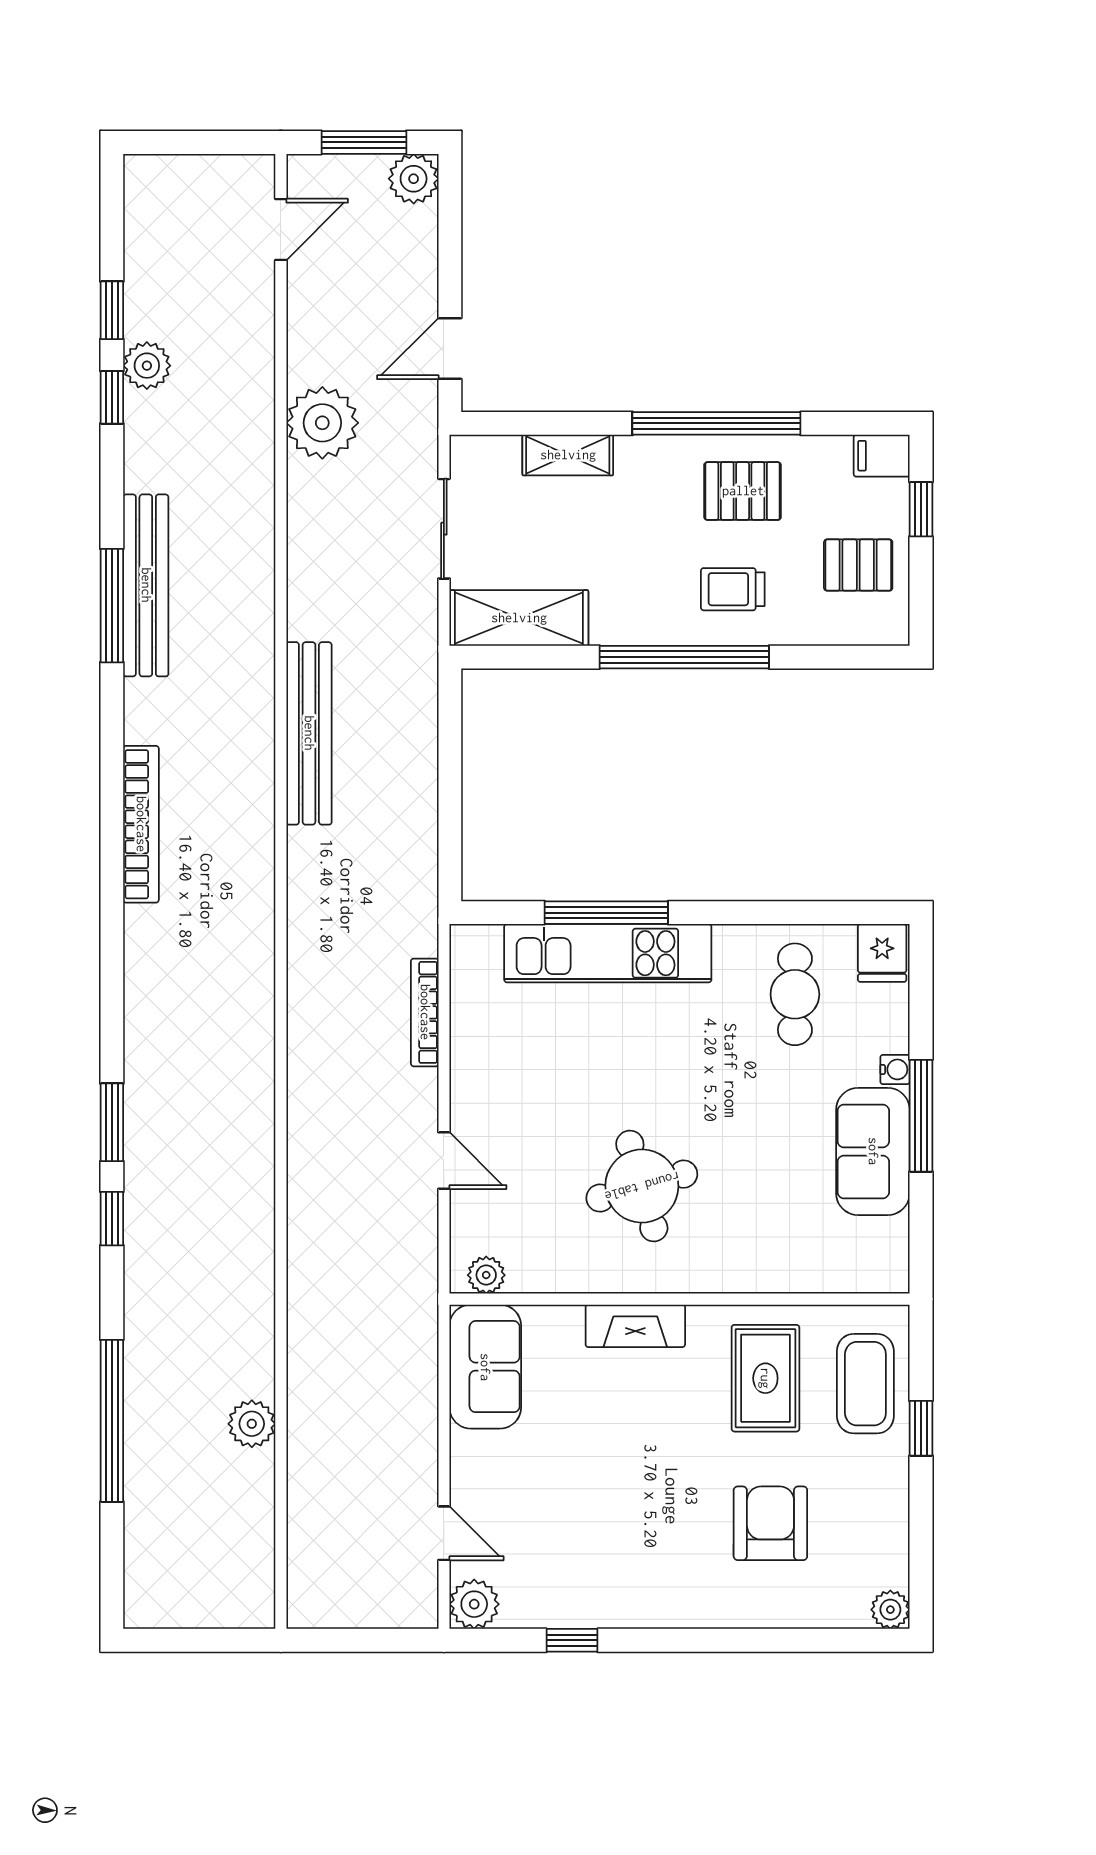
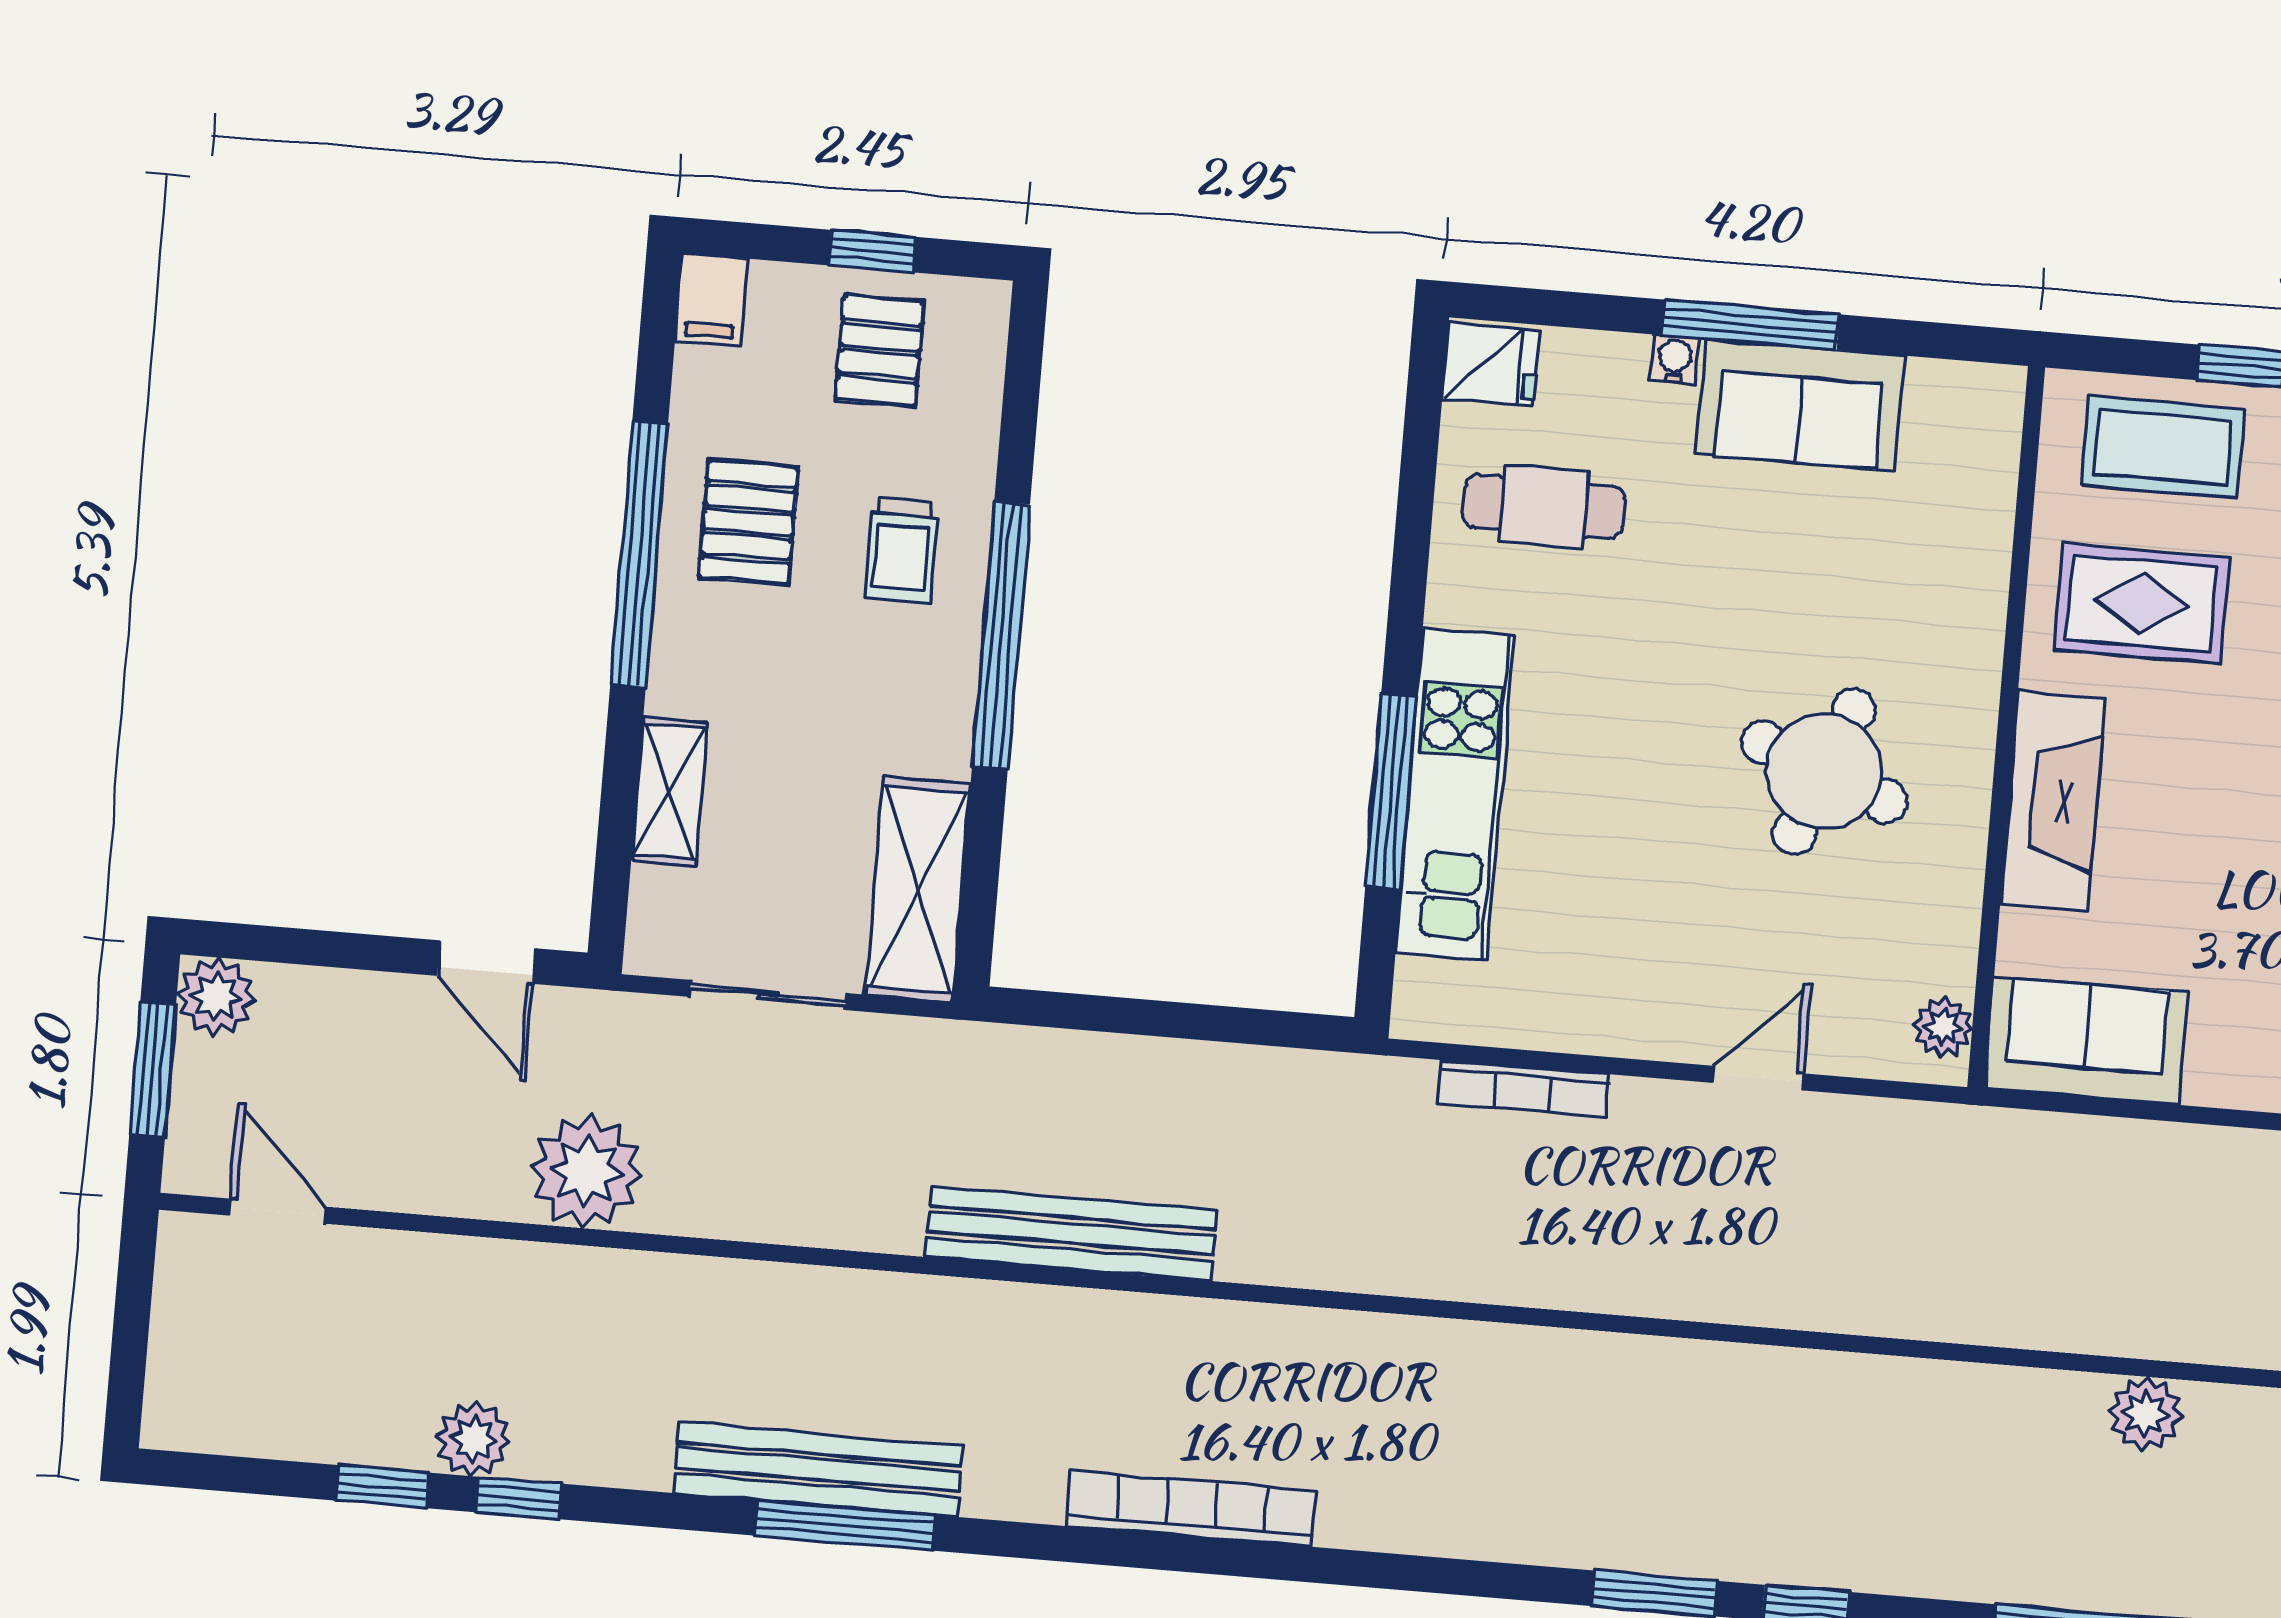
window: (921, 509) -> (872, 251), moved
round table: (642, 1186) -> (1824, 771), turned 37
fireplace: (635, 1326) -> (2053, 801), width x1.37, depth x1.32

